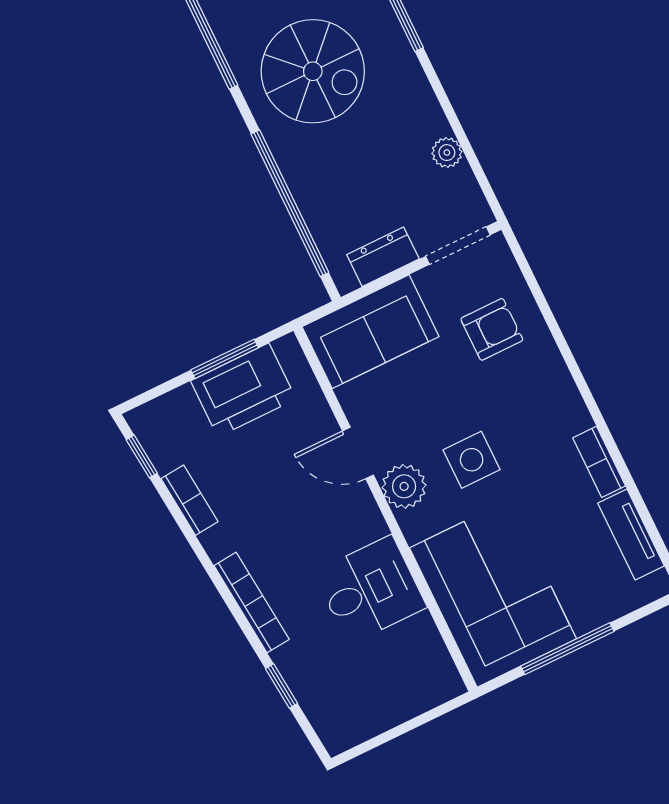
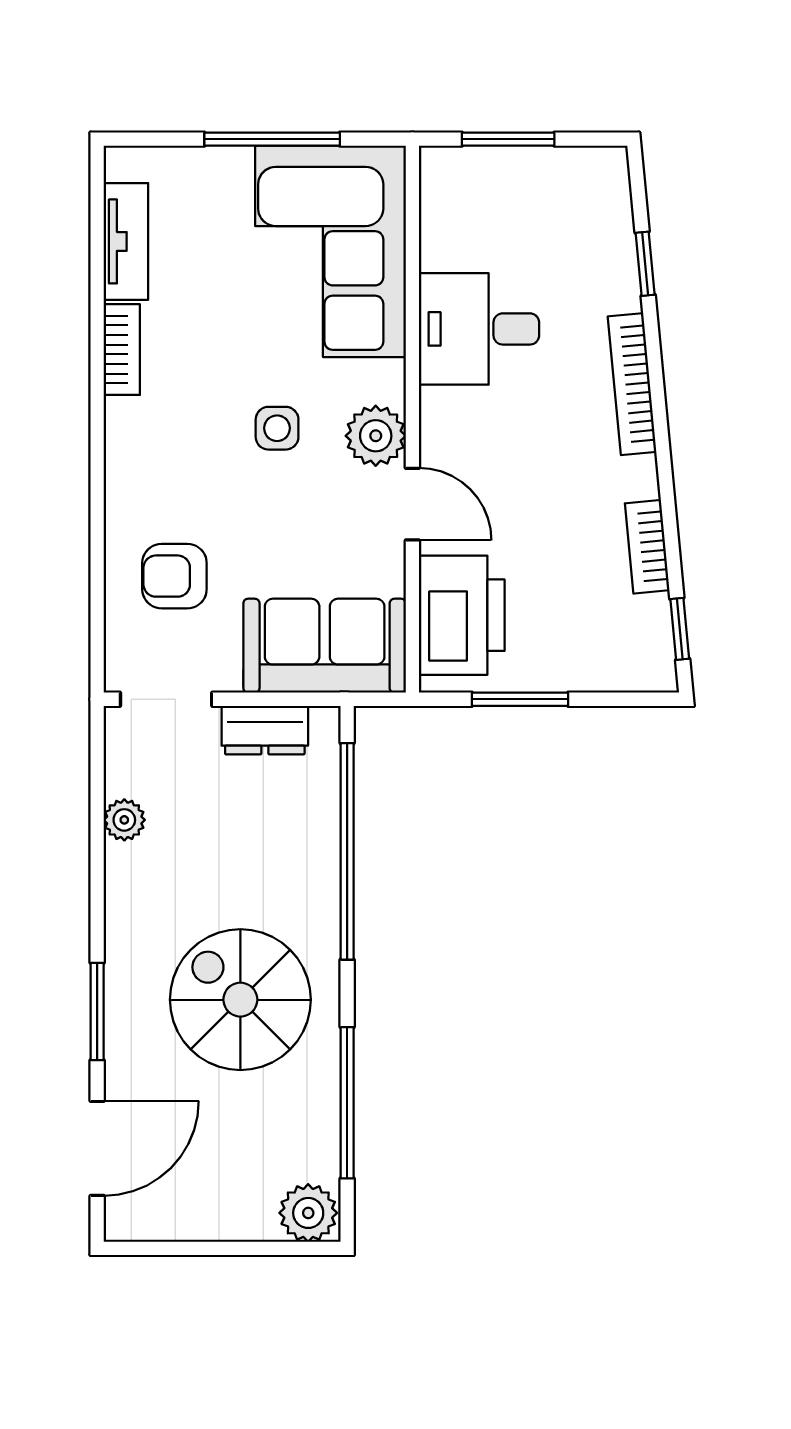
printer: (243, 390) -> (462, 615), moved, turned 90
side table: (472, 460) -> (277, 428), width x0.73, depth x0.73
window: (412, 724) -> (508, 139), added

